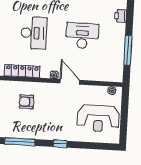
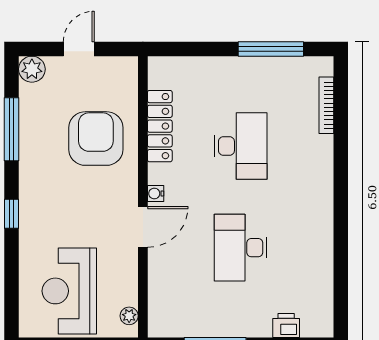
desk: (34, 33) -> (241, 146), turned -90
desk: (82, 36) -> (241, 248), turned 180
armchair: (26, 102) -> (96, 139), width x1.88, depth x1.88

